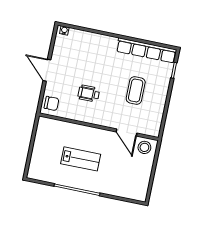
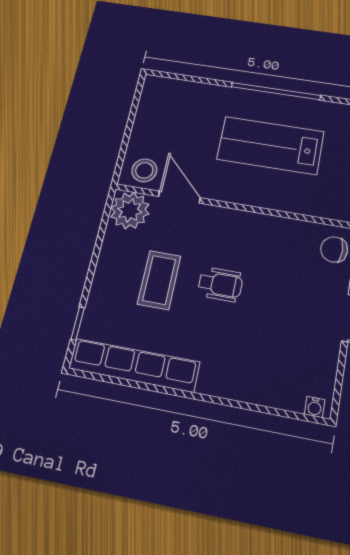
wheelchair: (89, 94) -> (220, 284), moved
plant: (151, 126) -> (130, 211), added
lab bench: (81, 159) -> (270, 145), width x1.36, depth x1.39

